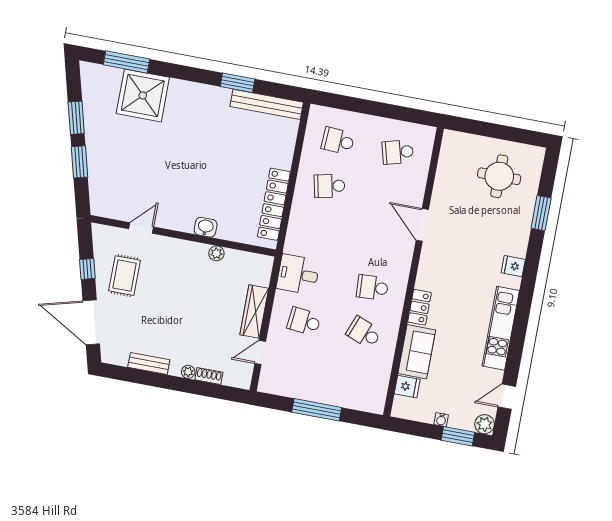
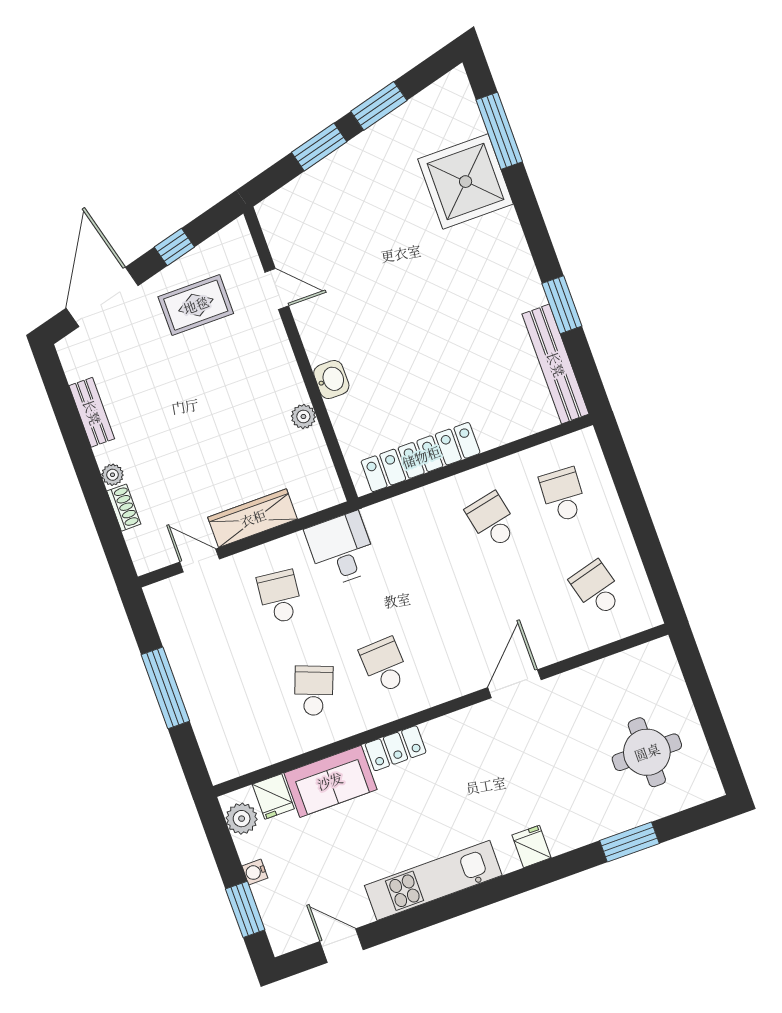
plant: (485, 424) -> (242, 819), moved

